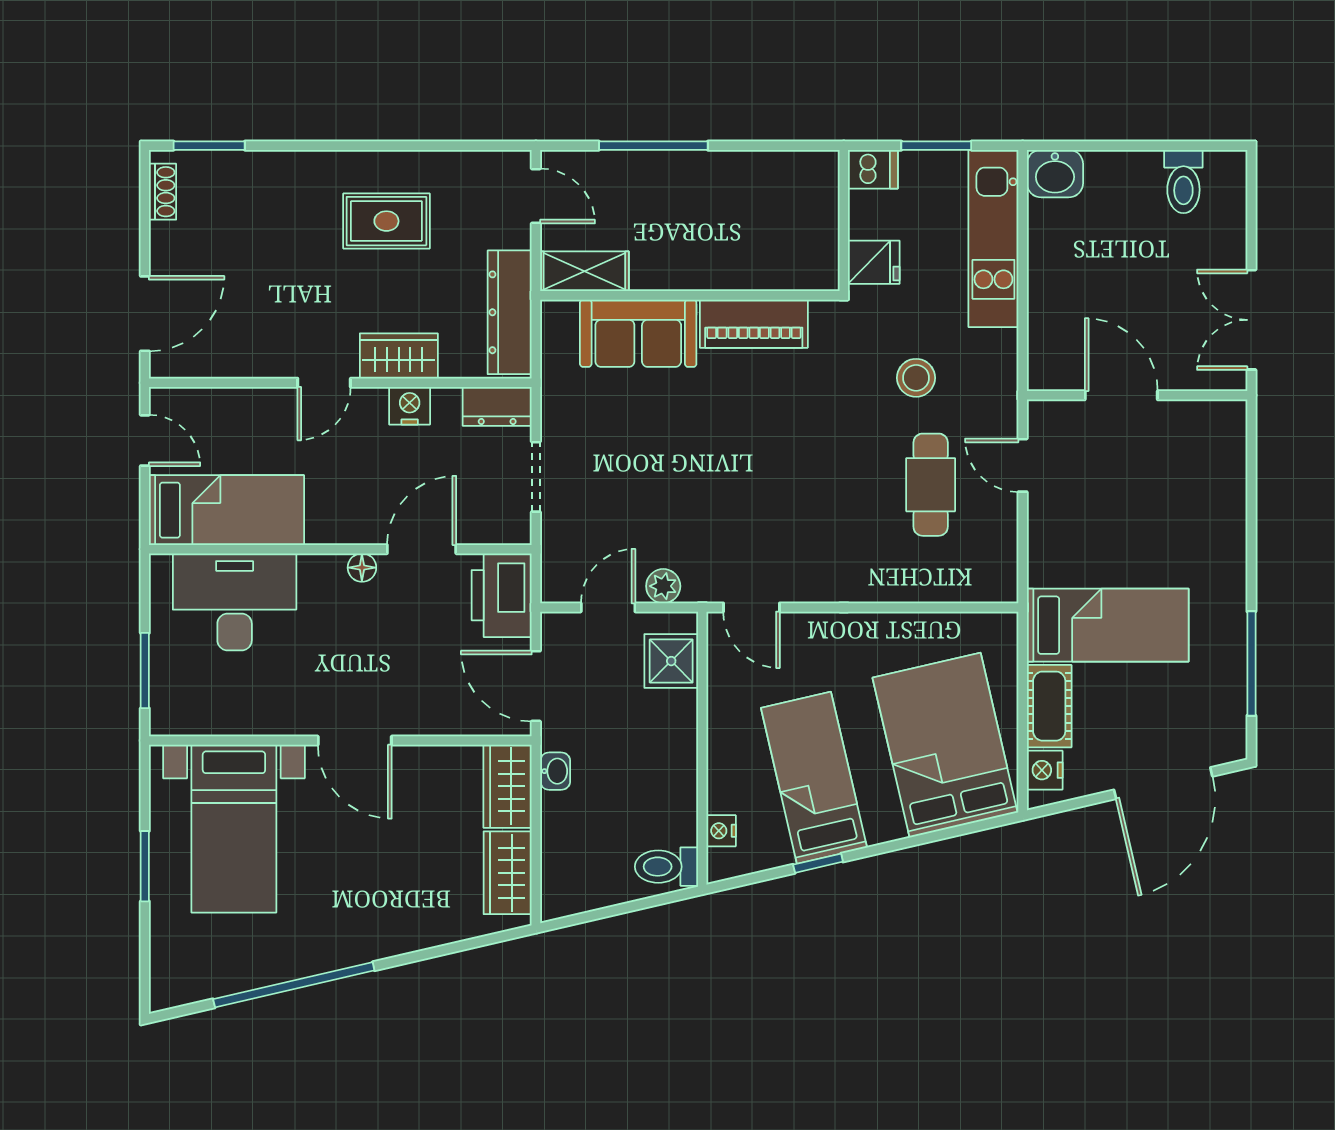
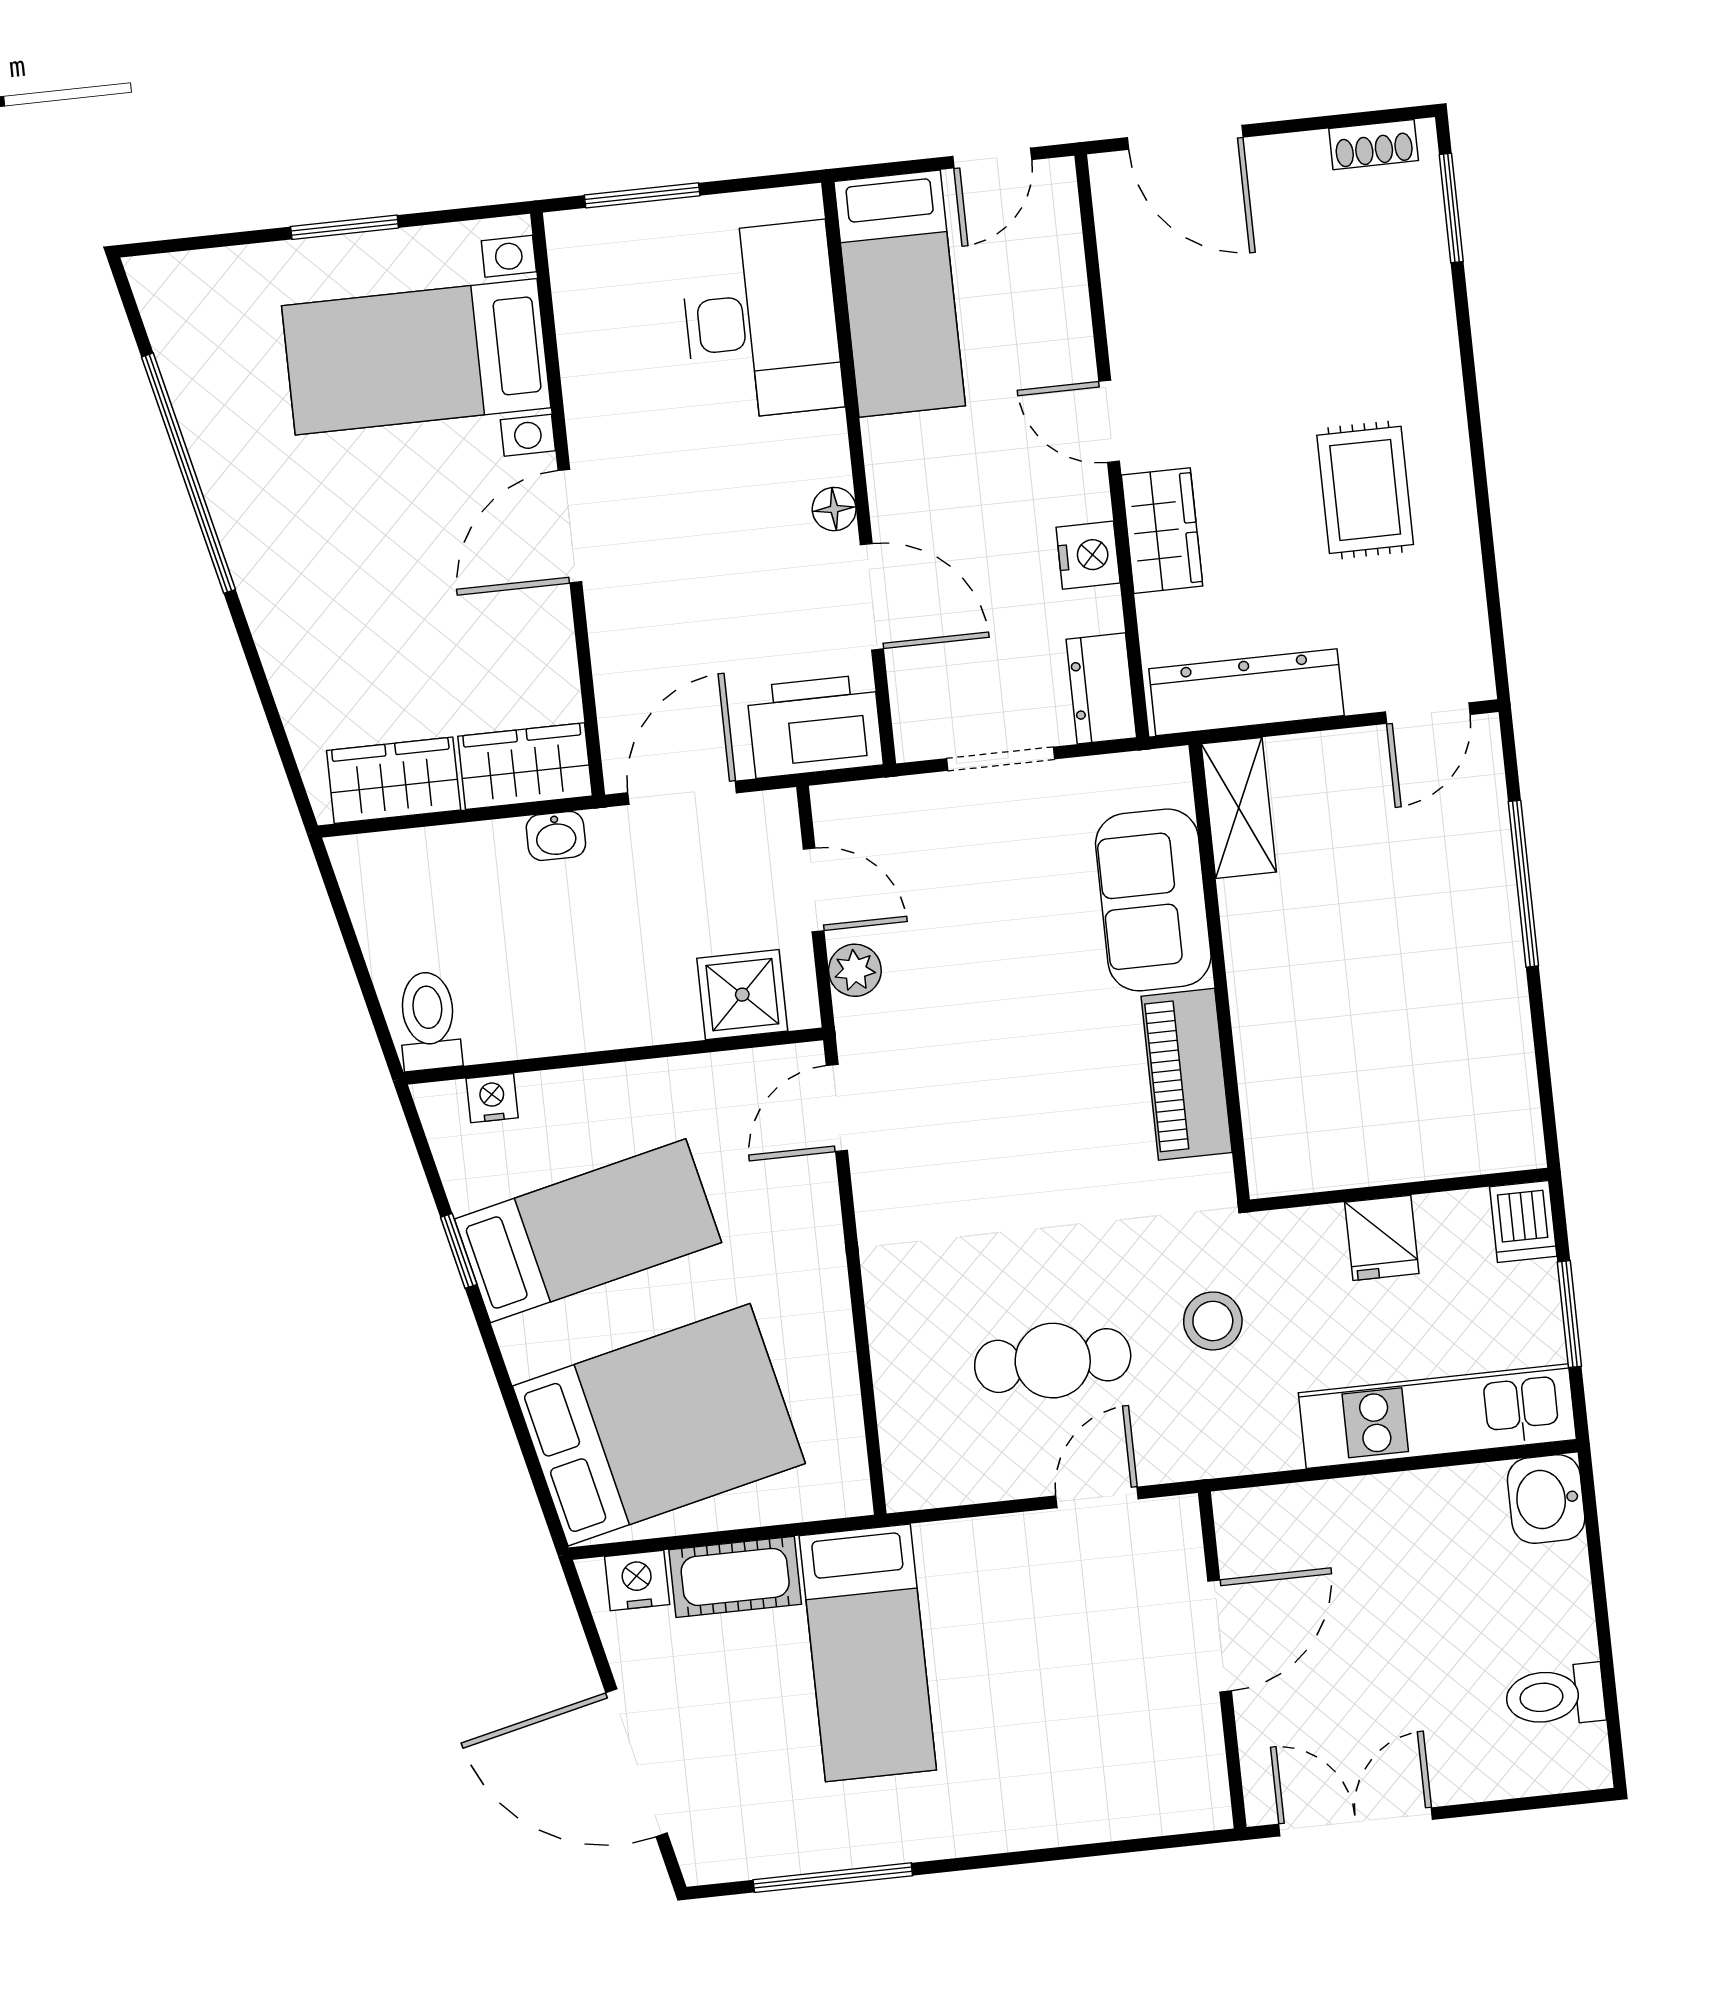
shelving: (584, 271) -> (1239, 808), moved
wall: (690, 295) -> (1219, 972), moved
piano: (754, 324) -> (1187, 1074), moved
sofa: (638, 333) -> (1153, 900), moved

